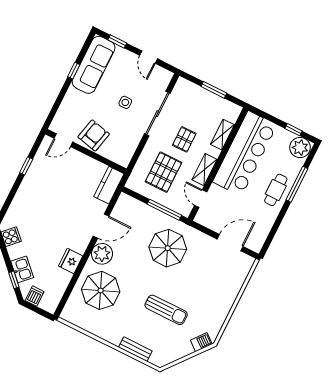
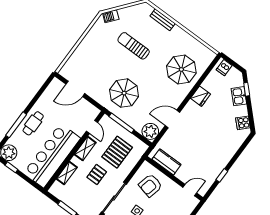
armchair: (94, 135) -> (150, 185), moved
kitchen counter: (109, 185) -> (167, 162), moved, turned -90
plant: (102, 254) -> (150, 131), moved
dishwasher: (35, 296) -> (224, 68), moved

